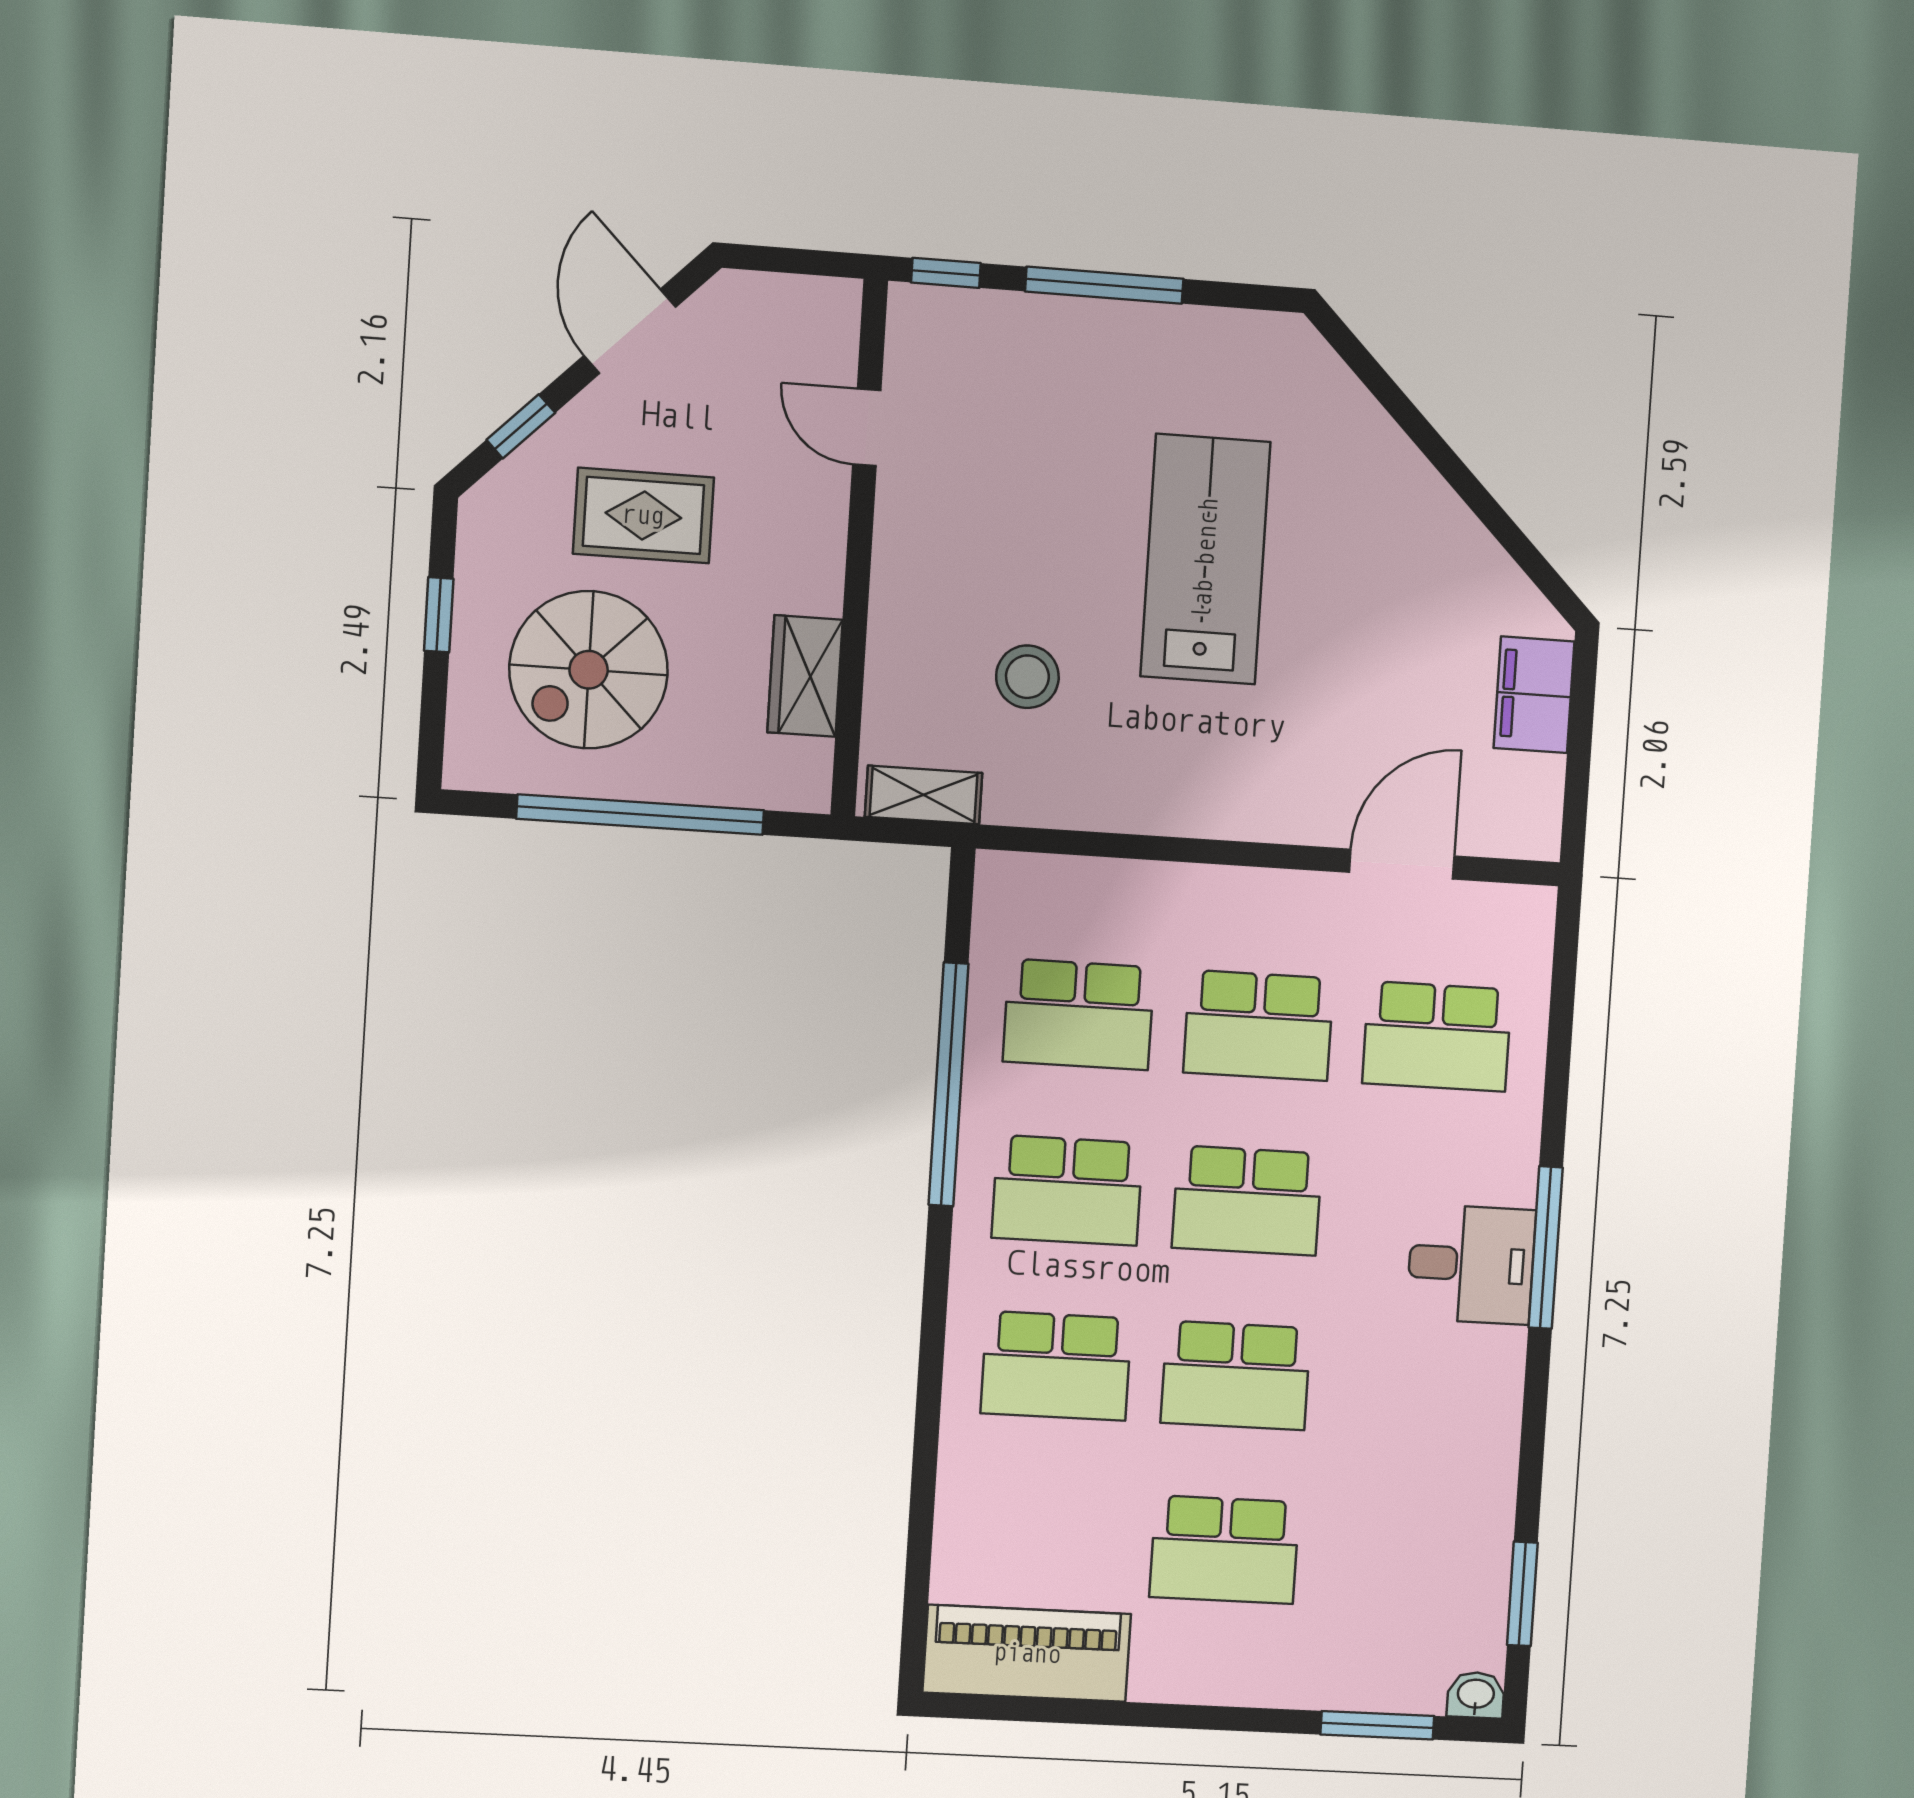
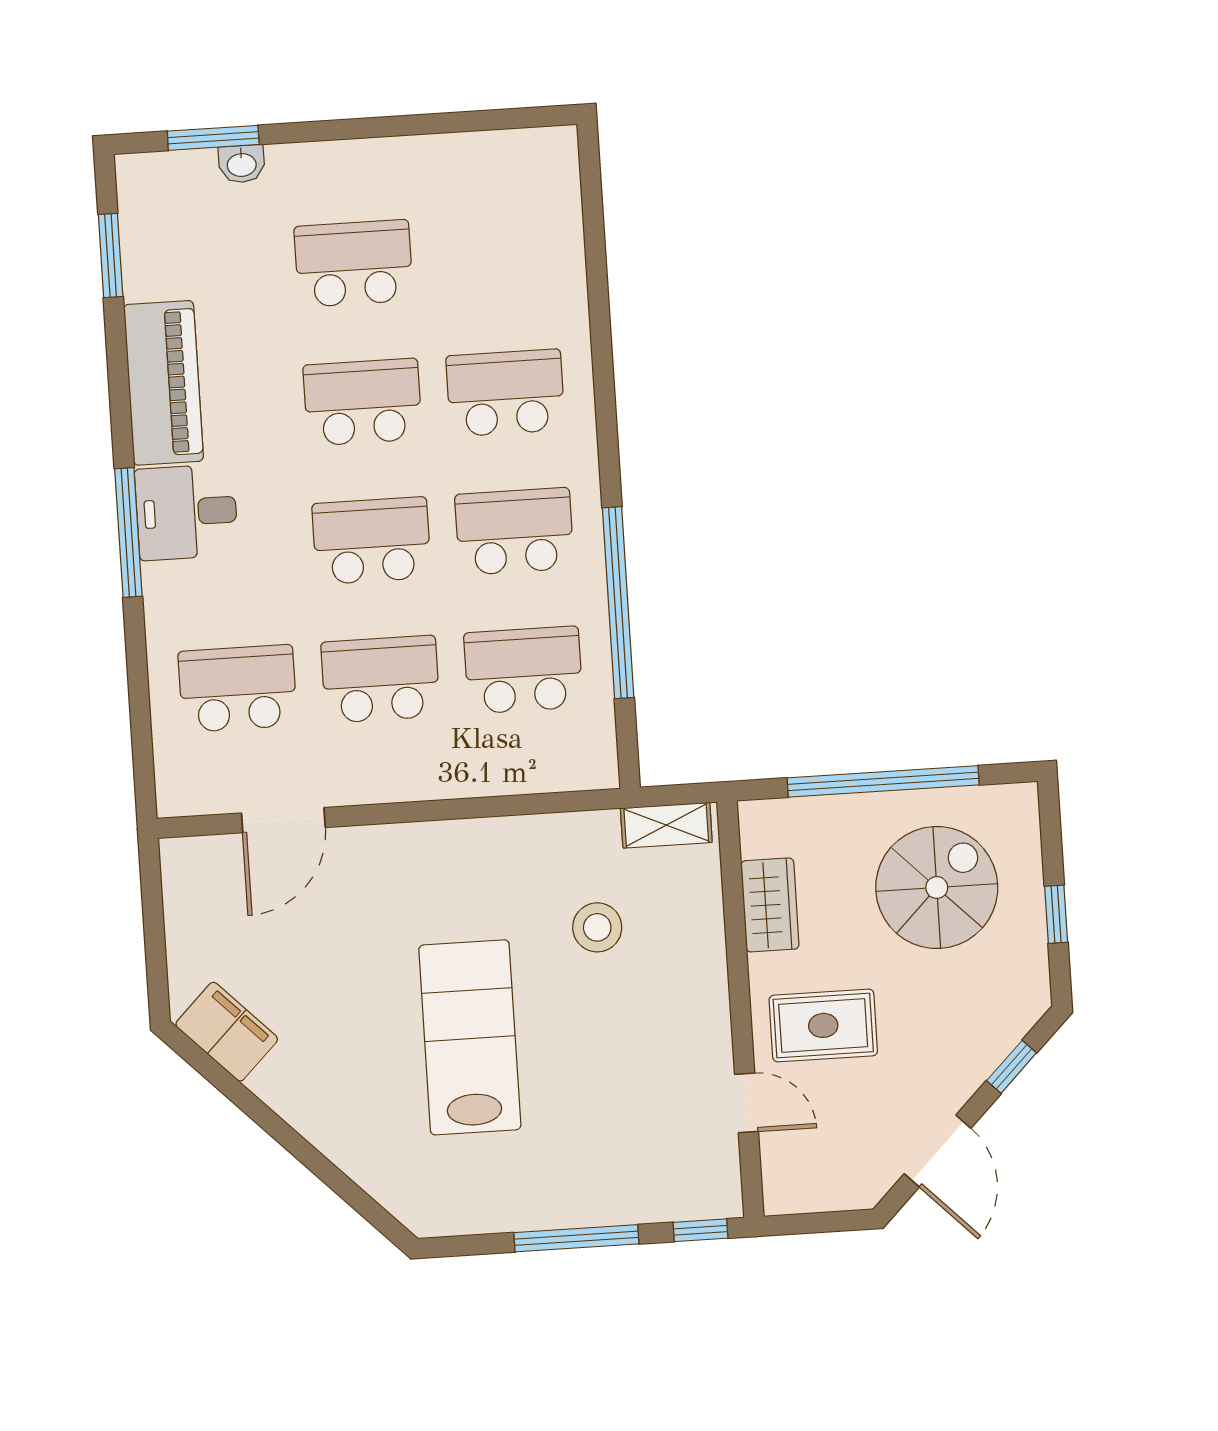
rug: (643, 515) -> (823, 1025), moved
lab bench: (1205, 559) -> (470, 1037), turned 180
filing cabinet: (1534, 695) -> (227, 1032), moved, turned -45
piano: (1027, 1653) -> (163, 383), moved, turned -90
washbasin: (1476, 1695) -> (242, 164), moved

